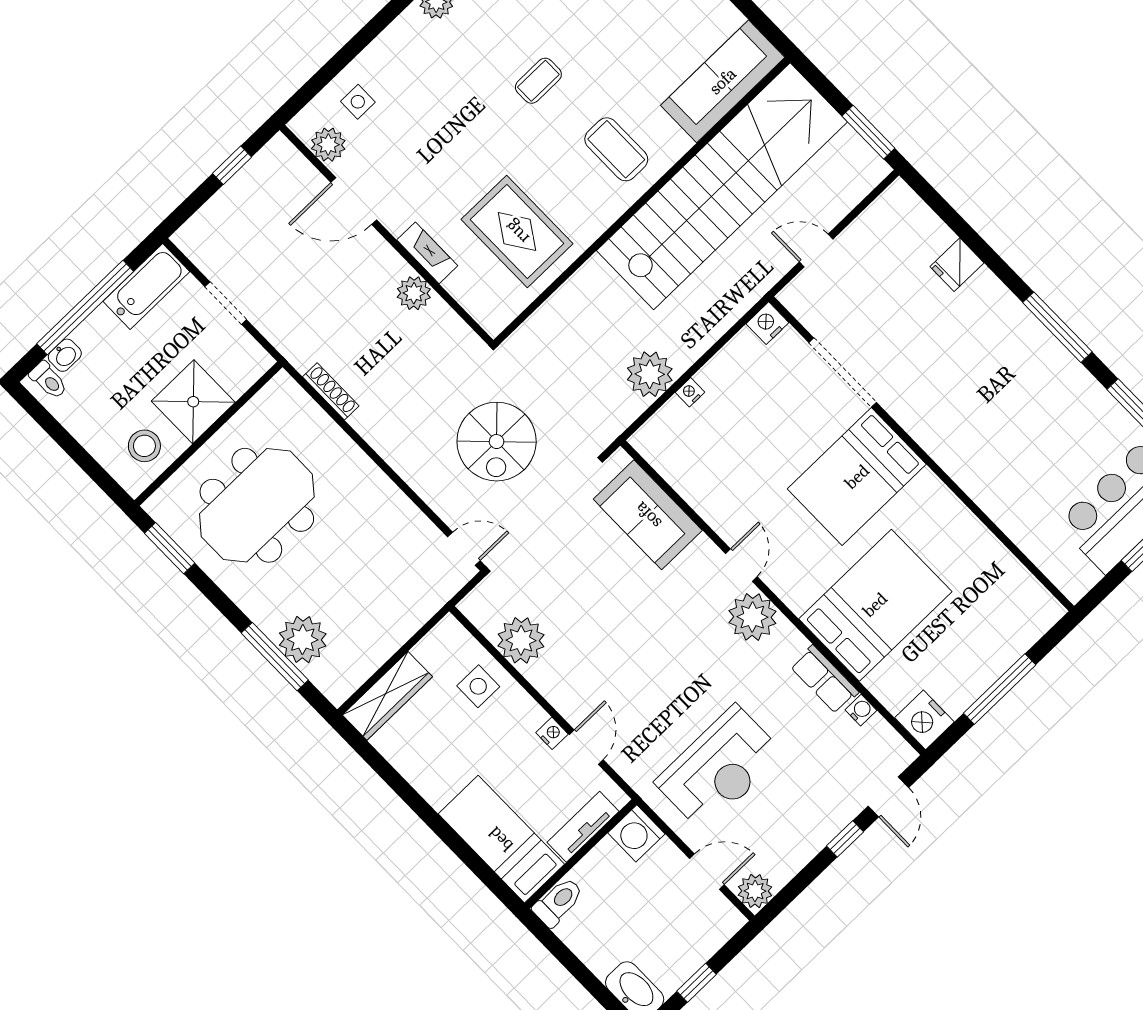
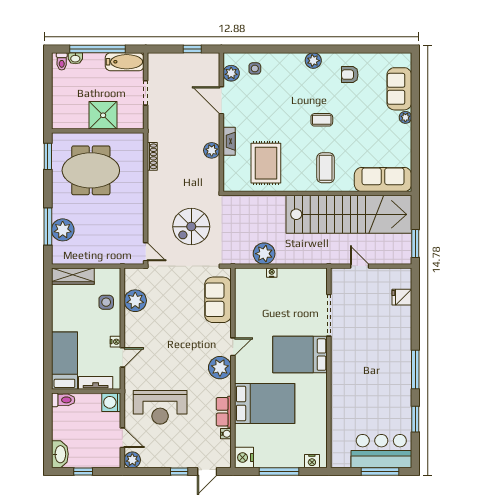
fridge: (957, 265) -> (402, 297), moved
nightstand: (767, 323) -> (312, 461), moved, turned 180
stool: (144, 446) -> (73, 114), removed

